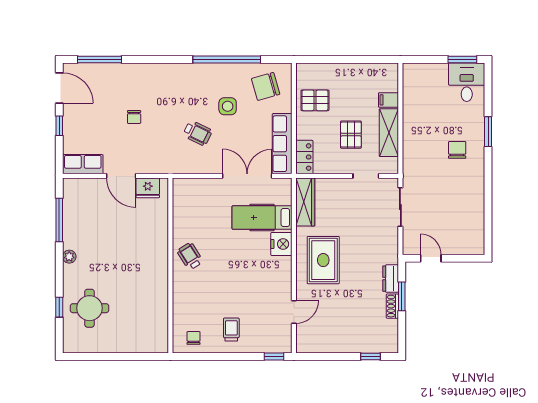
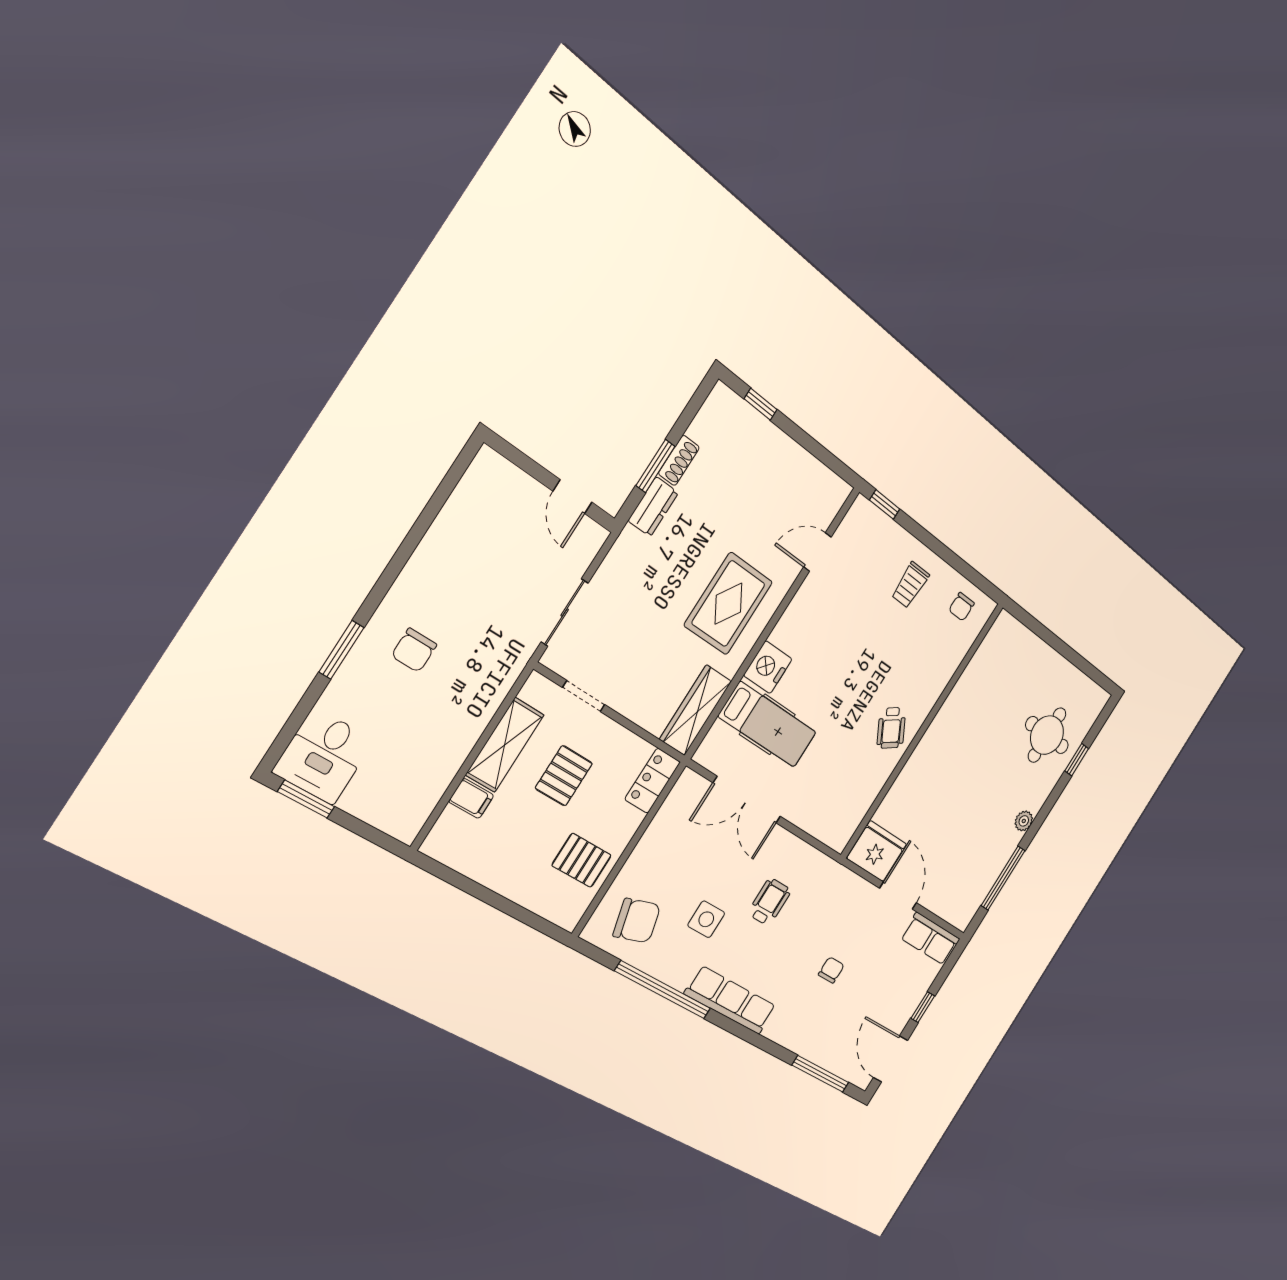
wheelchair: (197, 133) -> (769, 902), turned 64
row of seats: (282, 144) -> (731, 1000), moved, turned -90
fridge: (148, 188) -> (877, 851), width x1.36, depth x1.34

